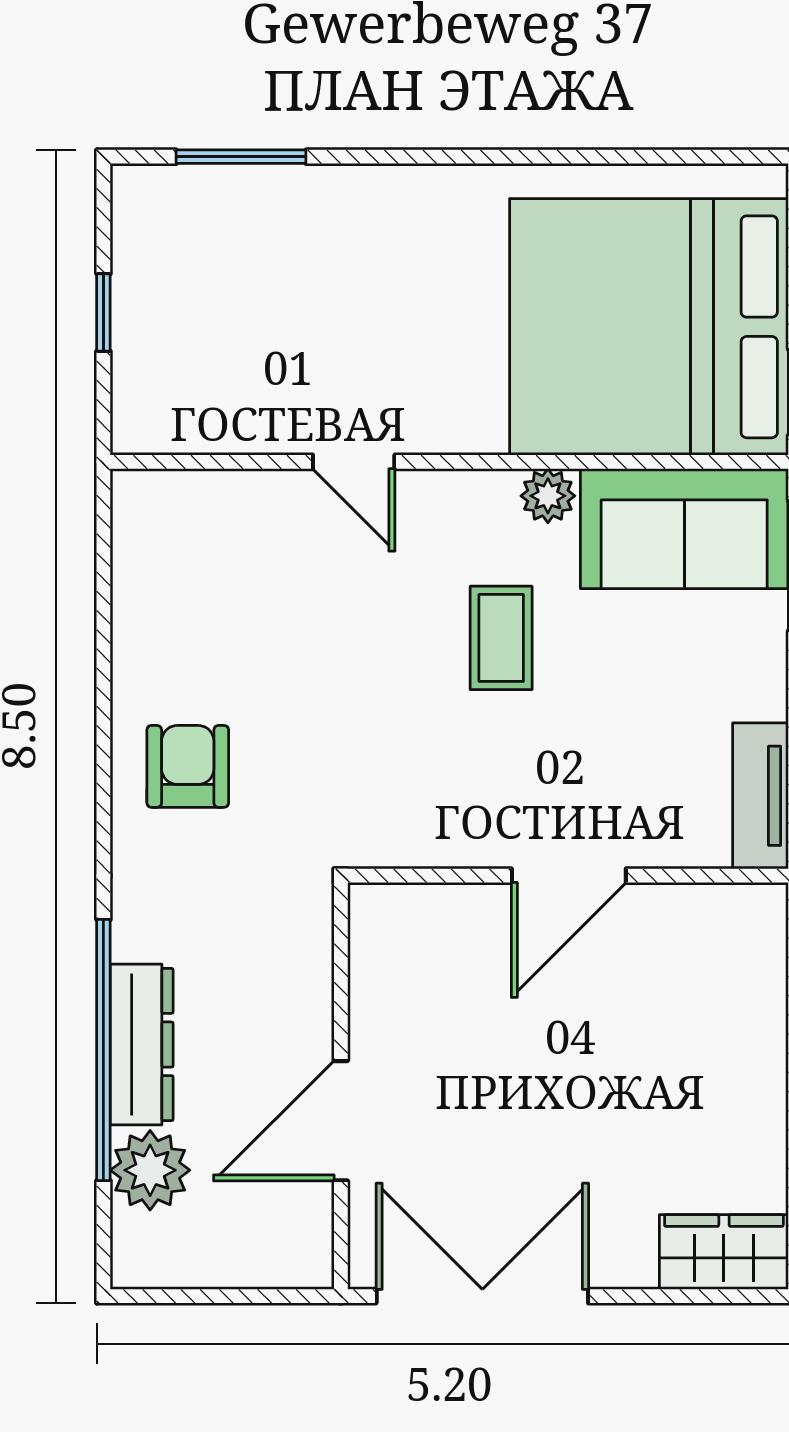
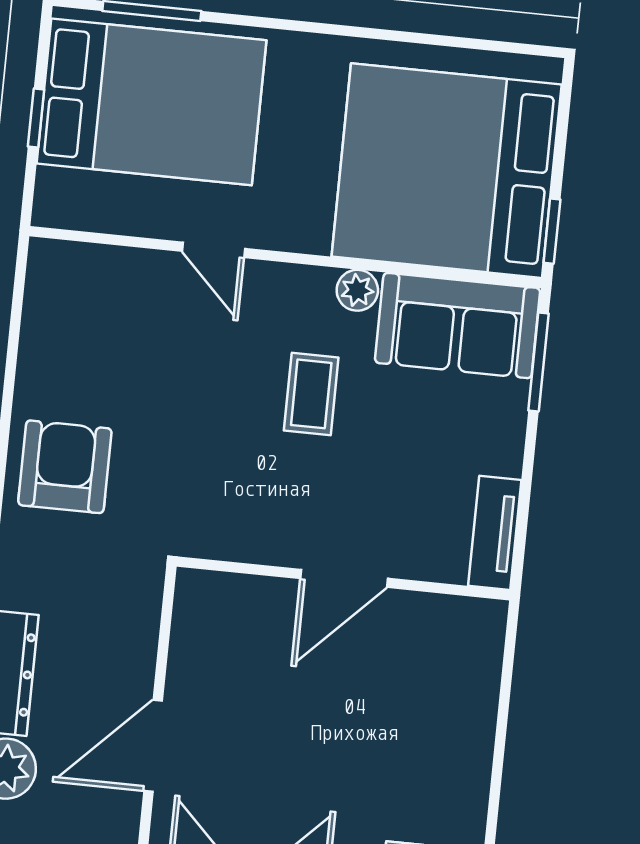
bed: (253, 276) -> (151, 102), added
armchair: (188, 766) -> (65, 467), width x1.38, depth x1.38

